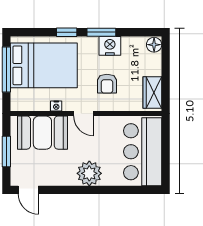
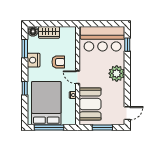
window: (101, 32) -> (25, 49), moved
wardrobe: (152, 93) -> (49, 32), moved
door: (83, 114) -> (78, 77), swing flipped
window: (134, 190) -> (127, 45), added

